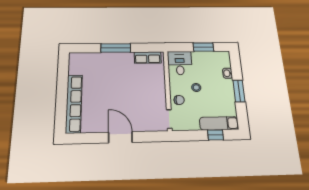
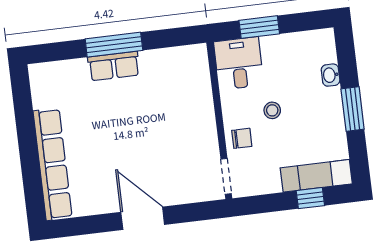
window: (203, 47) -> (259, 27), moved
row of seats: (148, 58) -> (114, 66), moved

